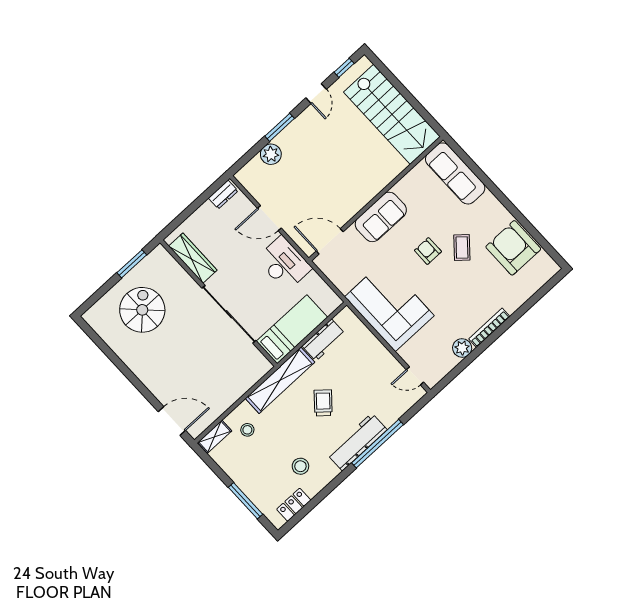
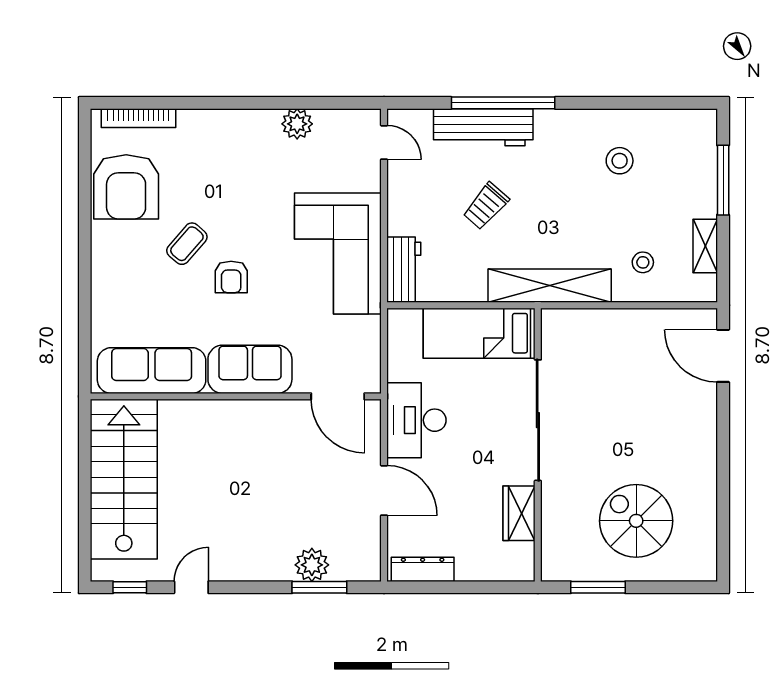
window: (280, 127) -> (319, 587), moved
sofa: (455, 173) -> (152, 371), moved, turned -90
dresser: (223, 195) -> (423, 569), width x1.44
wardrobe: (193, 258) -> (519, 513), width x0.67
spiral stairs: (142, 310) -> (636, 521), turned 90
bookcase: (489, 328) -> (138, 118), moved
workbench: (324, 340) -> (404, 270), moved, turned 90
trolley: (323, 403) -> (486, 206), moved
shelving: (215, 437) -> (705, 246), moved, turned 90
workbench: (357, 442) -> (483, 127), moved
locker: (294, 505) -> (670, 122), removed

